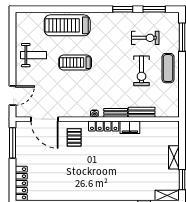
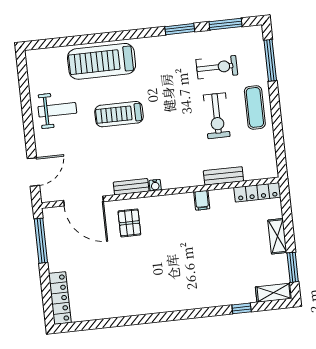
bench: (116, 113) -> (131, 187), moved
locker: (104, 126) -> (257, 192), moved
filing cabinet: (130, 127) -> (202, 200), width x0.50

